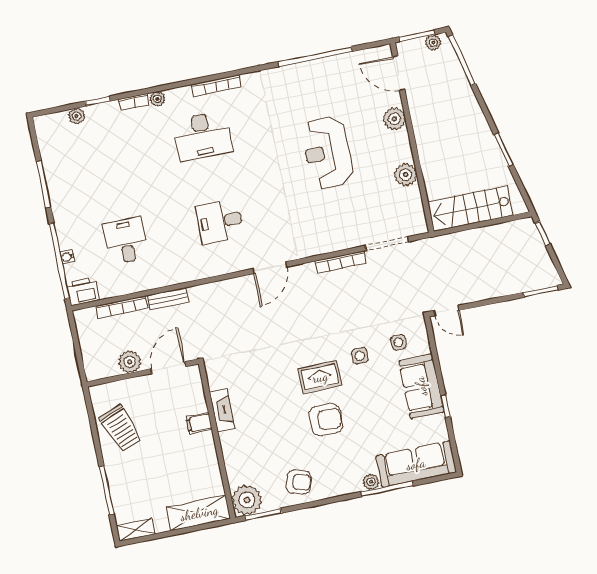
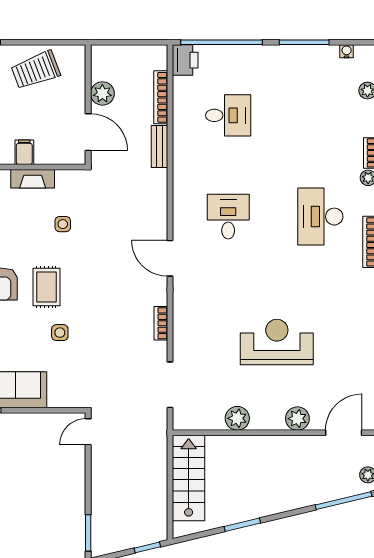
water cooler: (67, 257) -> (347, 51), moved
bookcase: (341, 262) -> (161, 323), width x0.64
side table: (398, 342) -> (63, 224), moved

